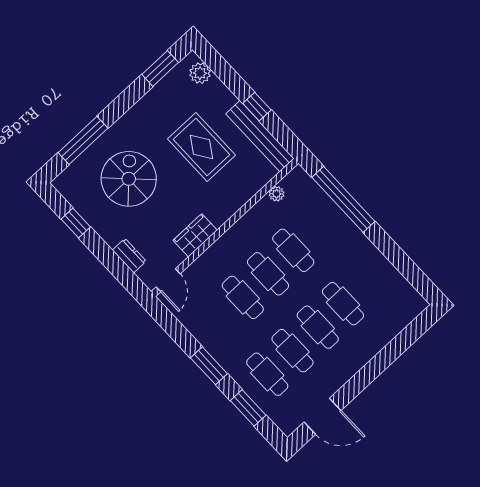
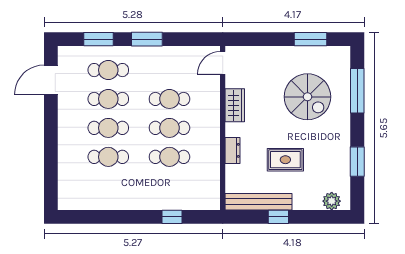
window: (160, 68) -> (357, 162), moved
rug: (202, 147) -> (285, 160), width x0.73, depth x0.70
plant: (277, 194) -> (214, 179), removed
window: (343, 199) -> (172, 217), width x0.32
window: (76, 223) -> (311, 39), width x1.50
dresser: (129, 256) -> (233, 150), moved, turned -90
door: (168, 280) -> (223, 63), hinge flipped

